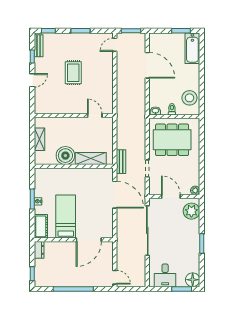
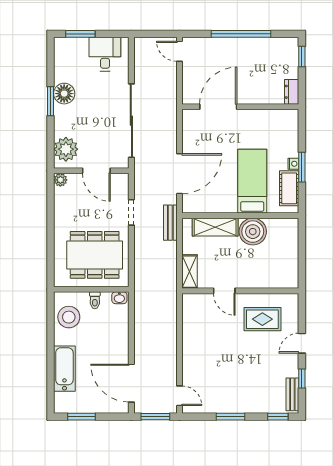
door: (115, 45) -> (179, 396), hinge flipped
bathtub: (192, 48) -> (64, 369), moved
door: (147, 65) -> (131, 383), moved
rug: (73, 73) -> (262, 319), moved, turned 90
door: (95, 116) -> (224, 291), moved
shelving: (39, 139) -> (189, 272), moved
door: (115, 195) -> (179, 174), swing flipped
bed: (66, 217) -> (252, 181), moved, turned 180
cot: (41, 226) -> (289, 188), moved
floor lamp: (193, 280) -> (64, 94), moved

